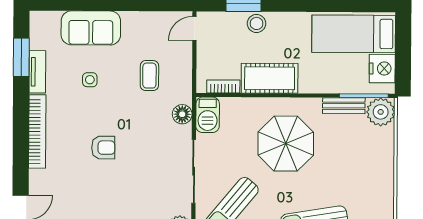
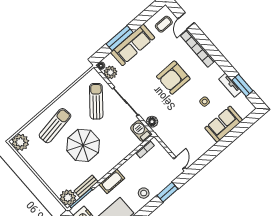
stool: (256, 23) -> (144, 193), moved
coffee table: (149, 76) -> (181, 126), removed
cot: (270, 78) -> (112, 181), moved, width x0.73, depth x0.75
bookcase: (37, 131) -> (198, 48), moved
parasol: (286, 144) -> (83, 145), moved
armchair: (103, 148) -> (173, 78), width x1.88, depth x1.88

